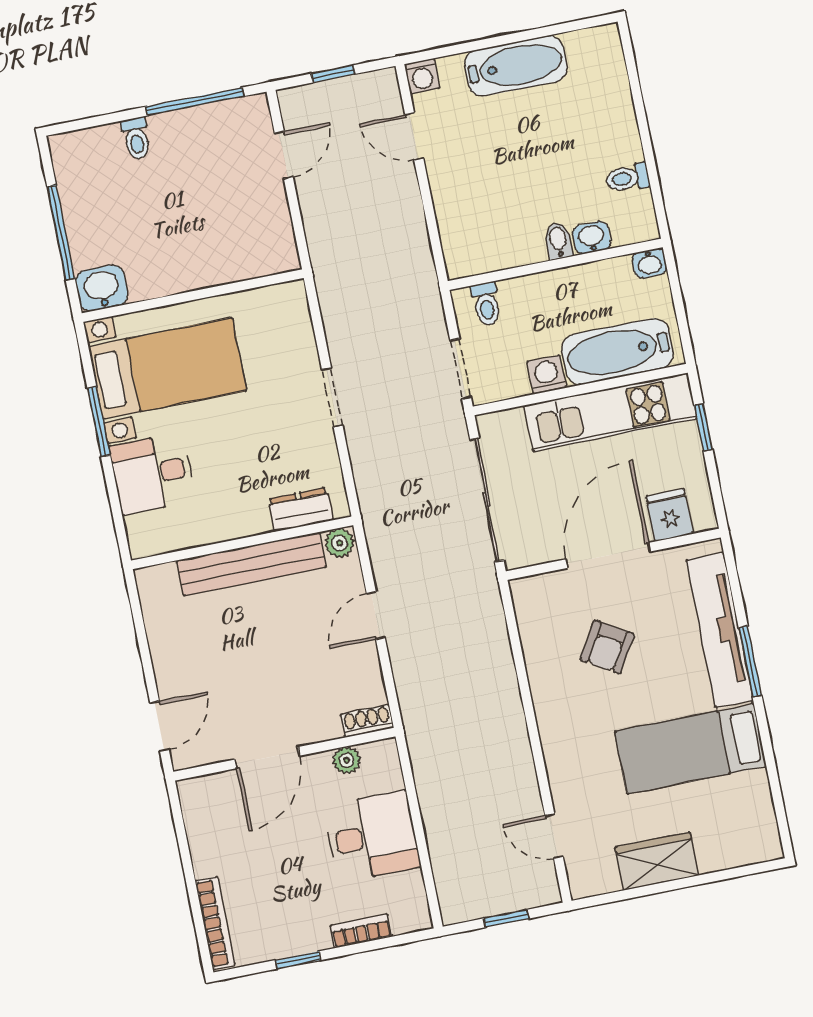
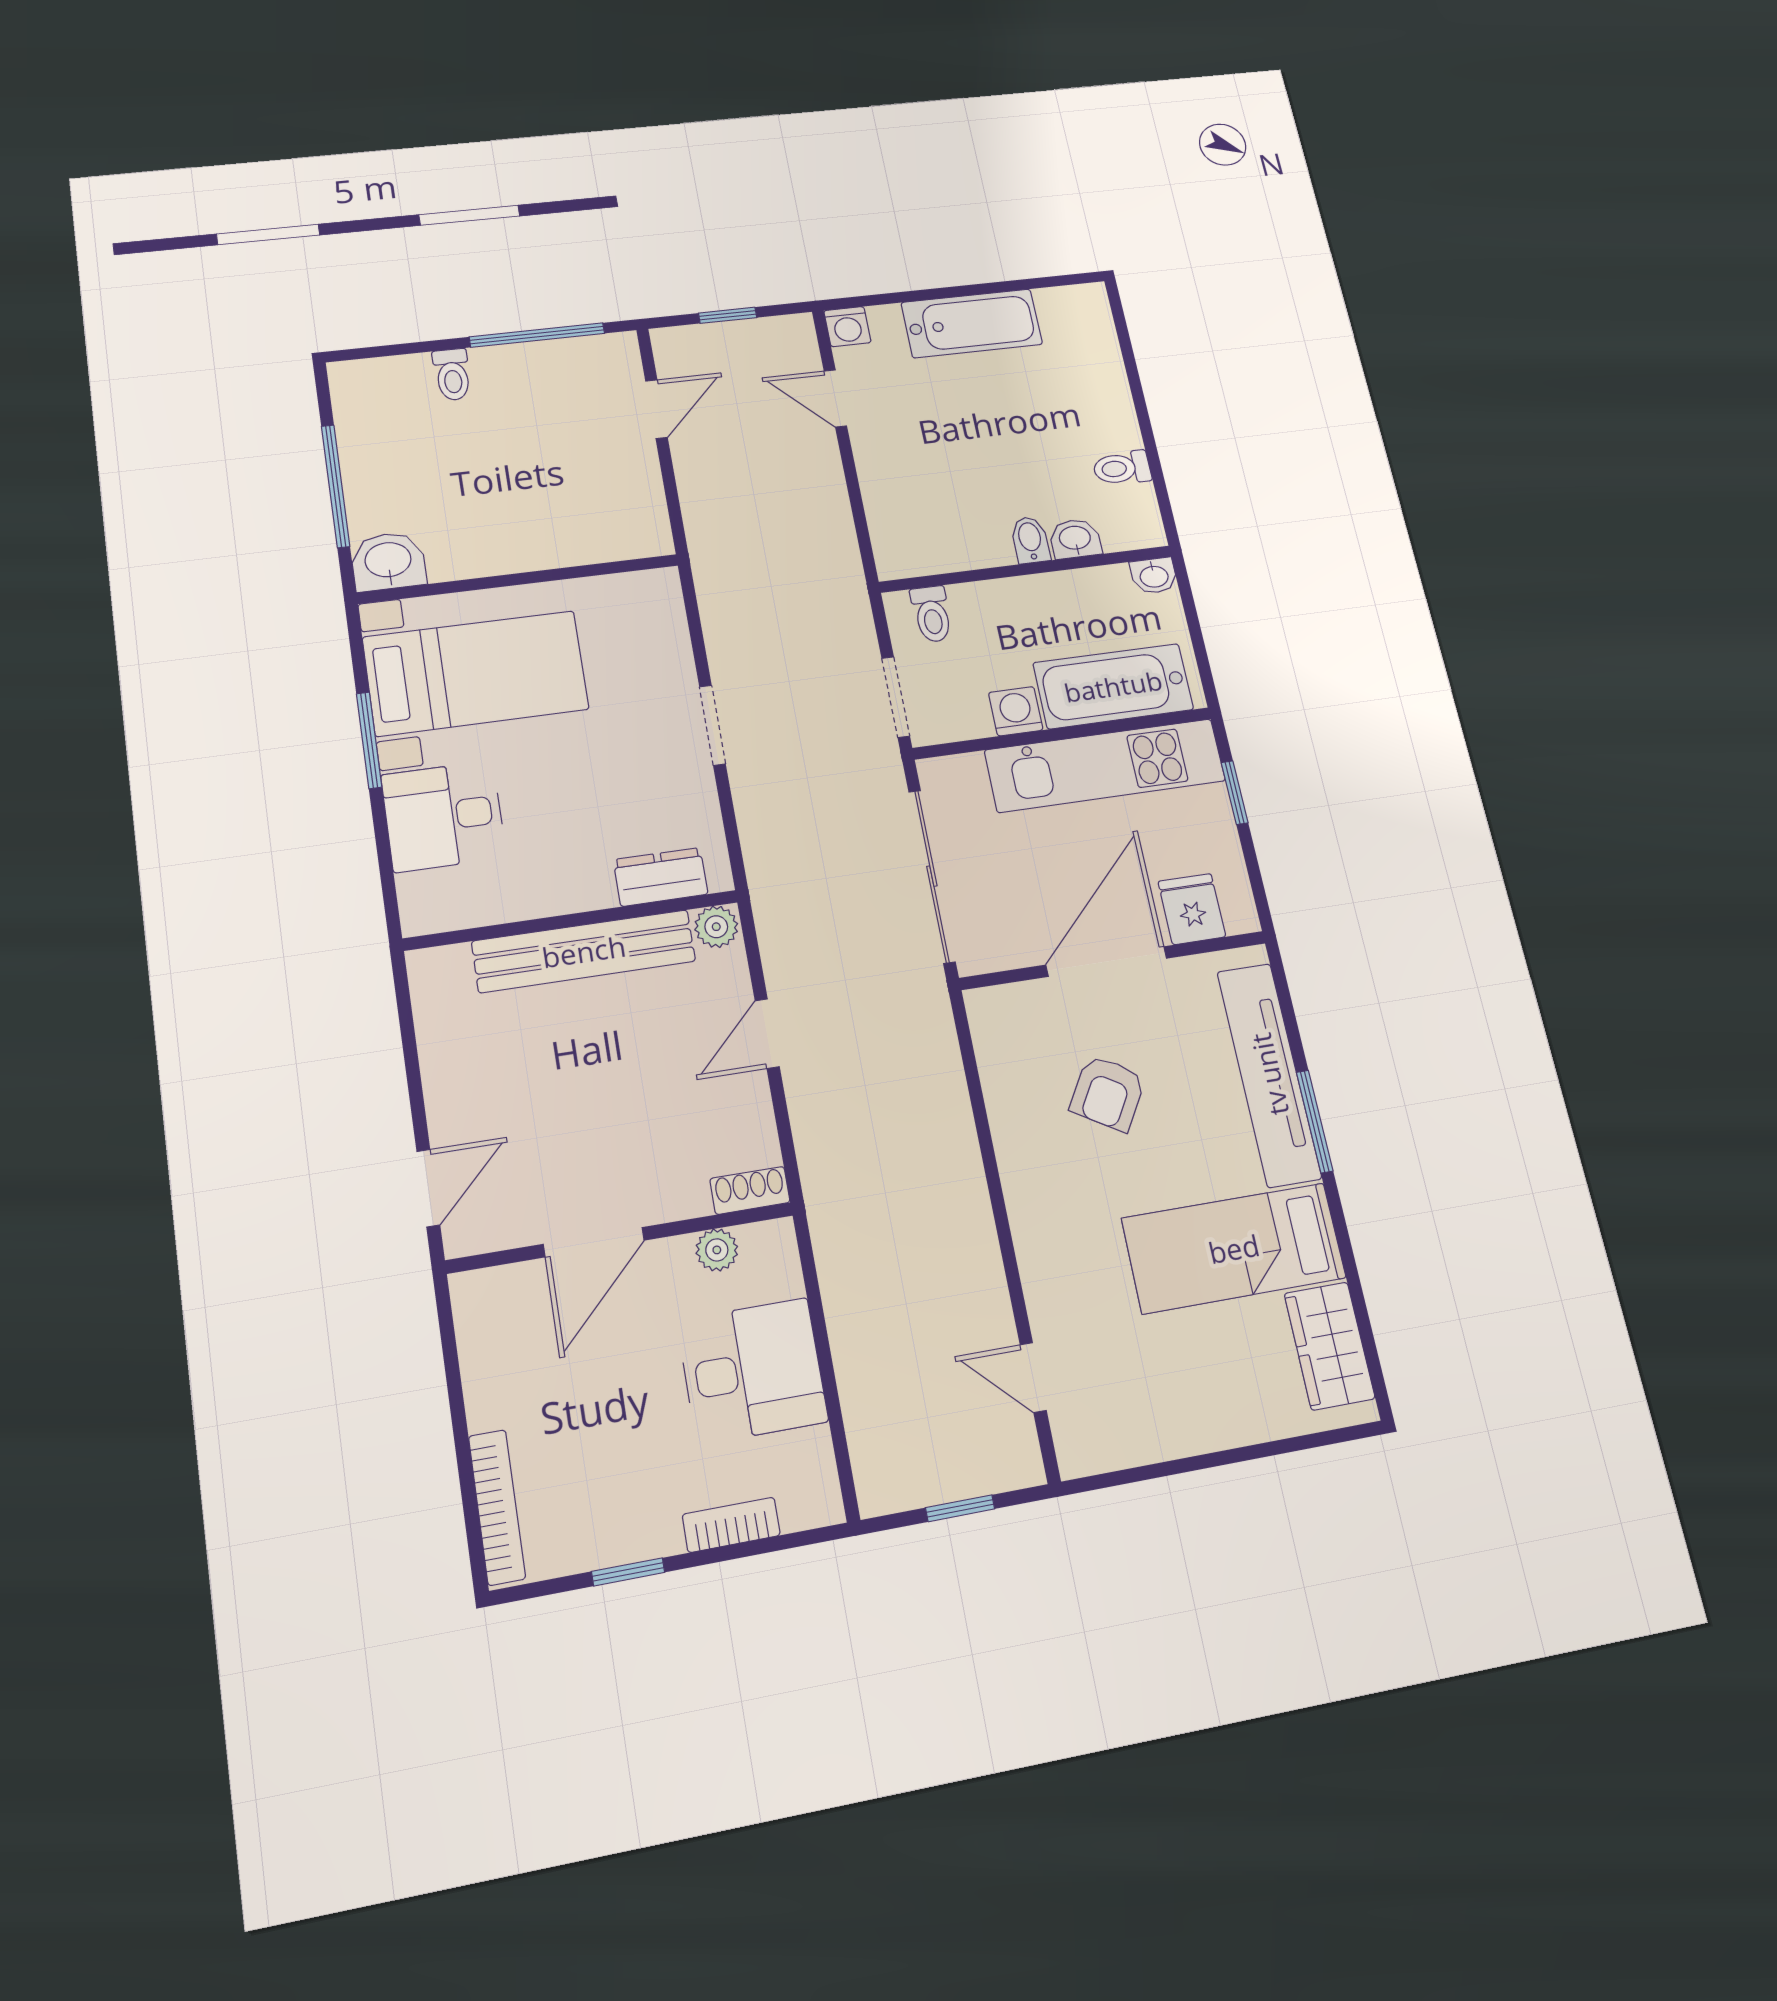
wardrobe: (657, 861) -> (1330, 1346), moved, turned -90

